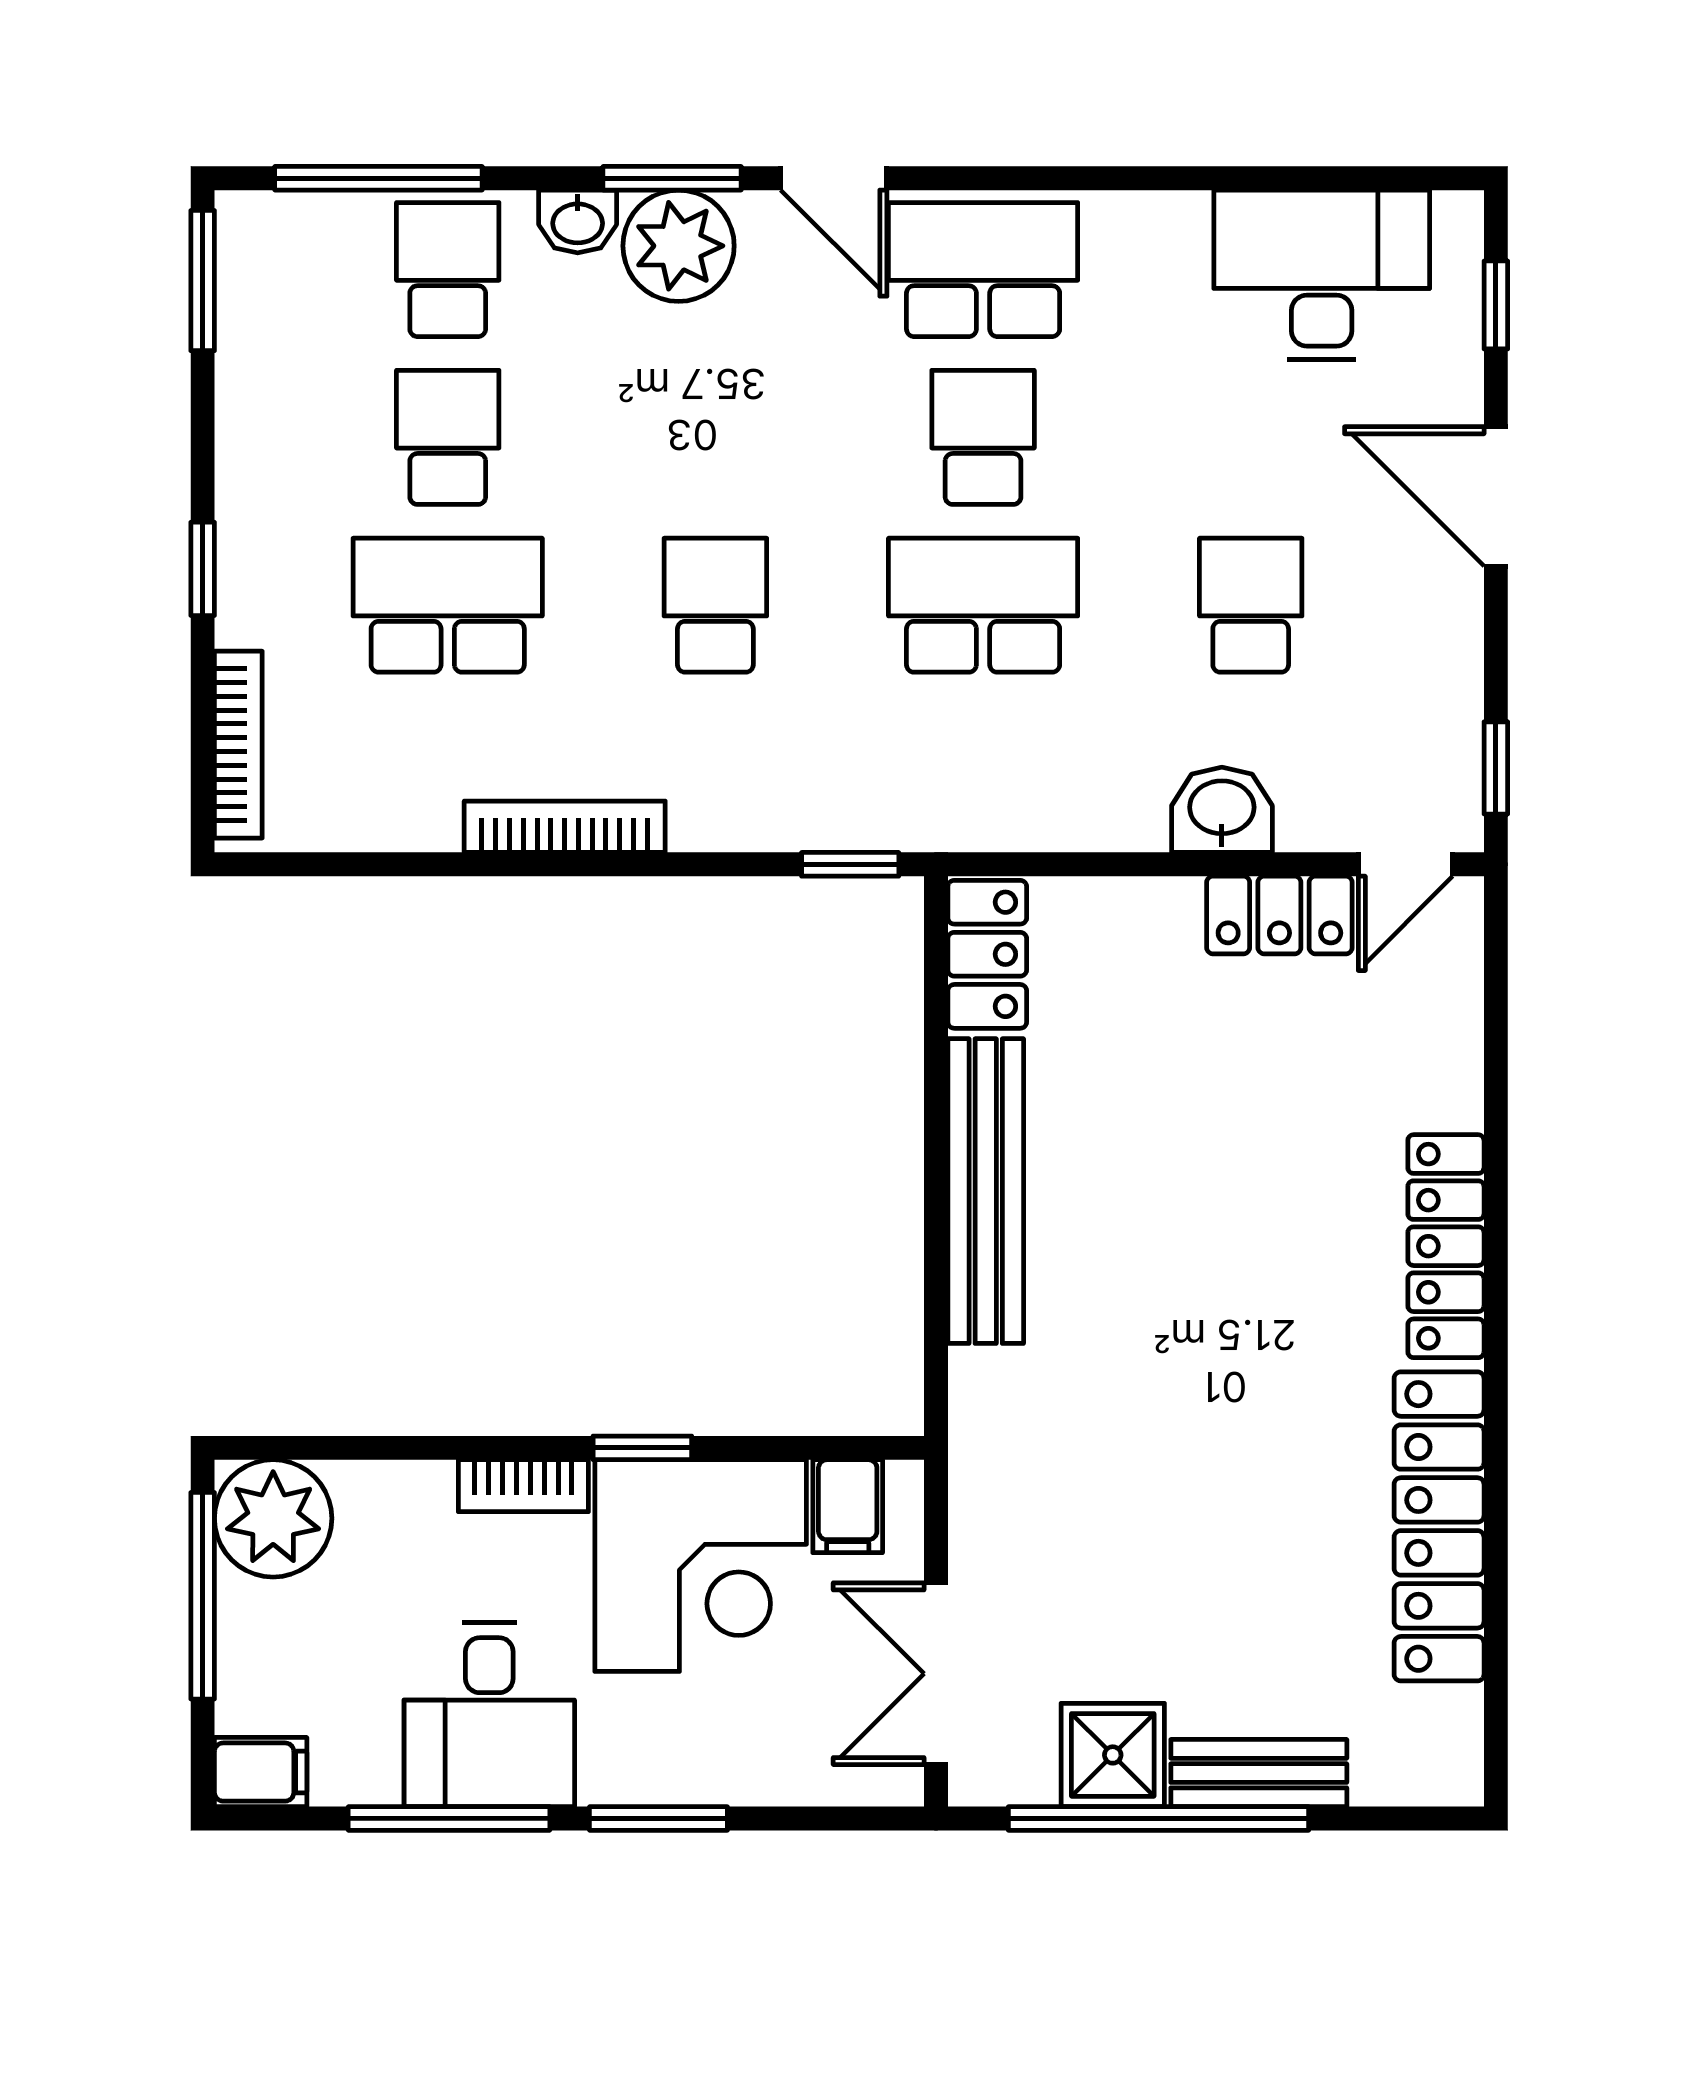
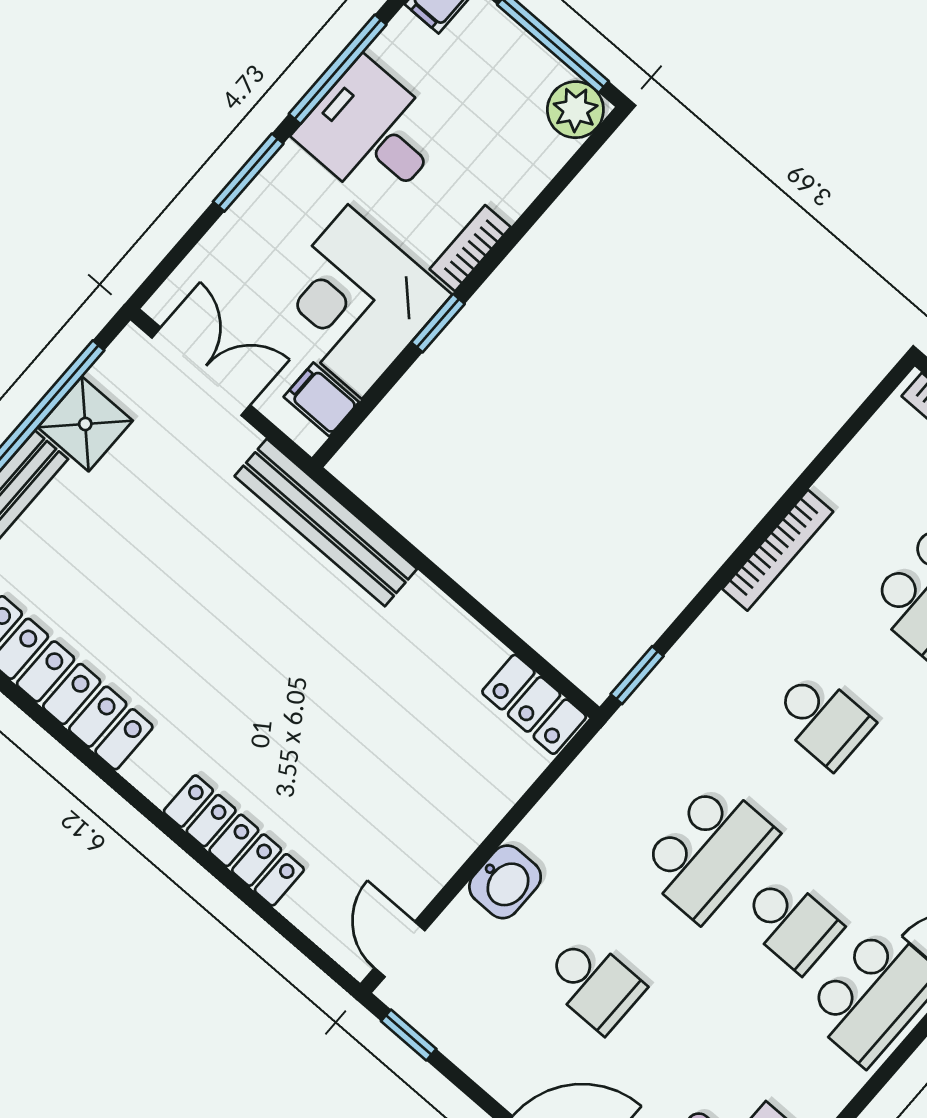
locker: (1279, 915) -> (429, 865), removed
bench: (986, 1191) -> (326, 523), moved
locker: (1446, 1246) -> (234, 840), moved
plant: (273, 1518) -> (575, 110), width x0.73, depth x0.73

